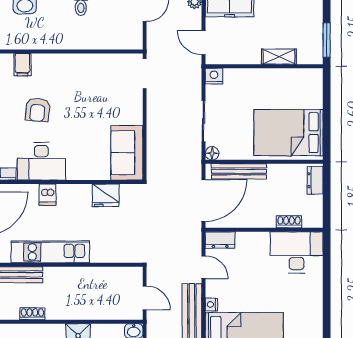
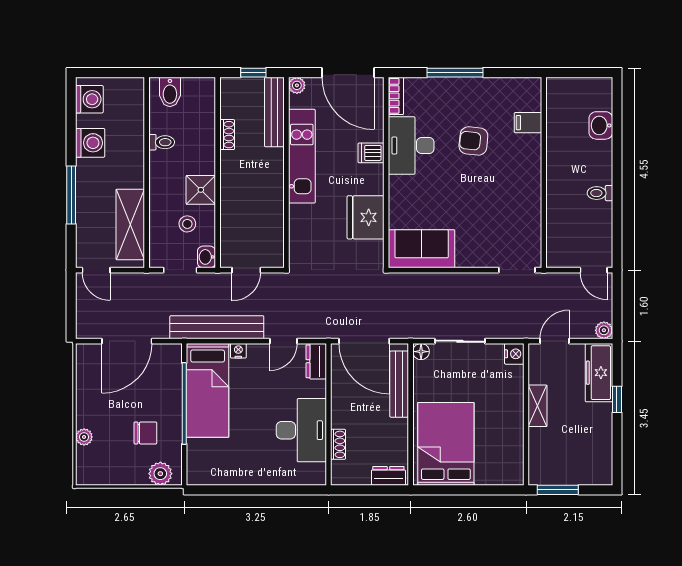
shelving: (279, 57) -> (538, 406), moved
fridge: (106, 195) -> (366, 217), width x1.36, depth x1.34
desk: (297, 252) -> (301, 430), moved

